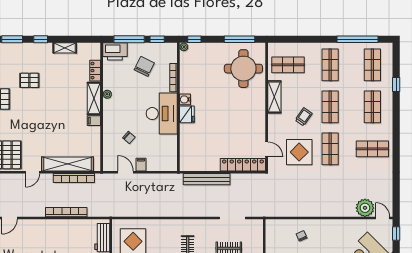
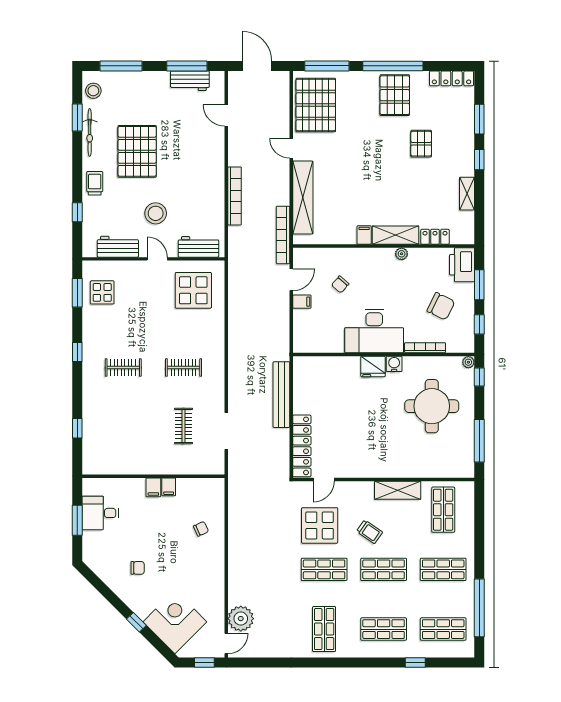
window: (129, 39) -> (479, 285), width x0.69
round table: (243, 69) -> (432, 406), moved
bookcase: (74, 178) -> (283, 235), moved

